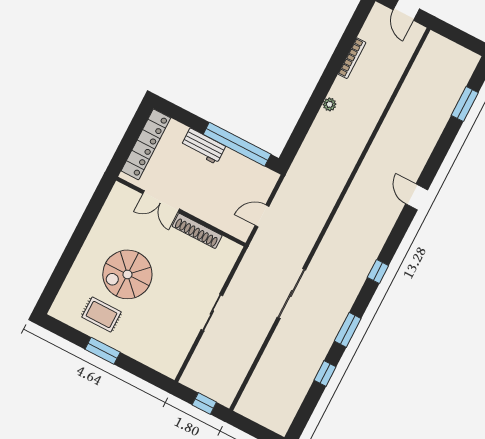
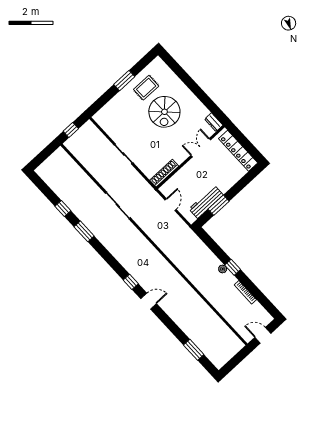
window: (321, 90) -> (233, 267), added
window: (237, 144) -> (219, 205), width x0.47
workbench: (203, 146) -> (206, 202), moved, width x1.38
dresser: (117, 196) -> (214, 122), added
shoe rack: (197, 231) -> (164, 173), moved
window: (378, 271) -> (131, 282), moved
spiral stairs: (127, 274) -> (164, 112), turned 180

